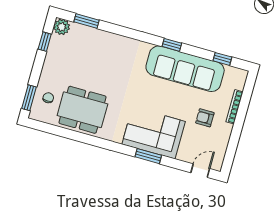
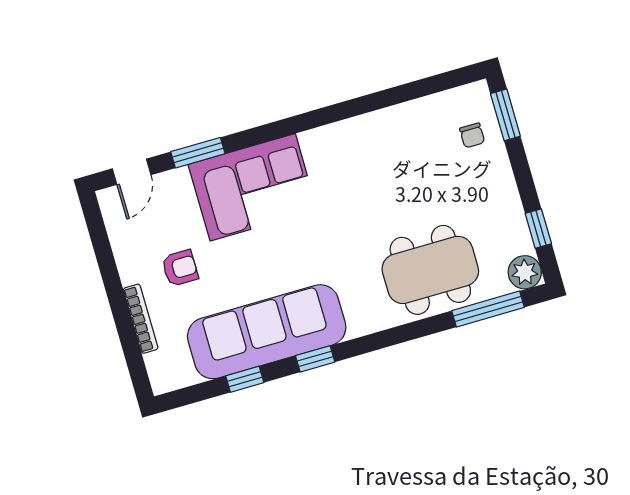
window: (87, 21) -> (488, 309), width x1.44
window: (222, 59) -> (245, 379), moved
dining table: (82, 110) -> (430, 270), moved
window: (148, 156) -> (198, 153), moved

